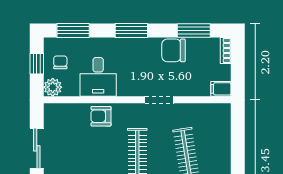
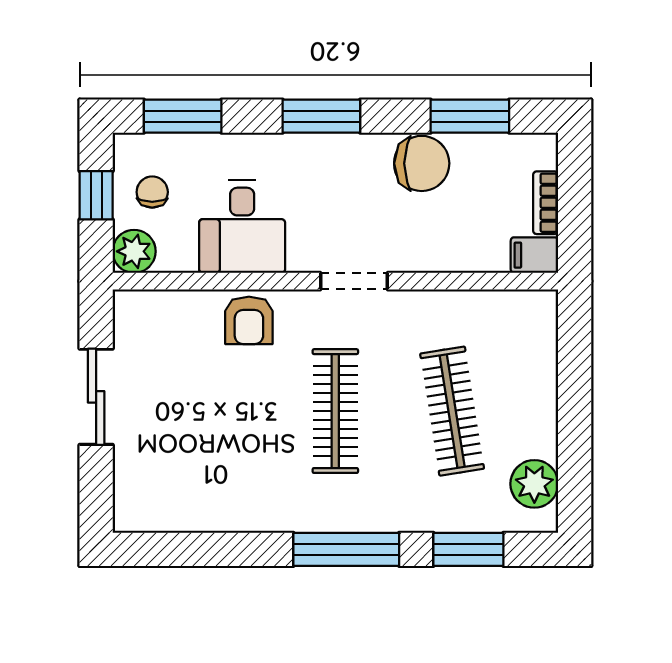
chair: (174, 50) -> (422, 163), turned 180
bookcase: (226, 51) -> (546, 203), moved
doorway: (159, 100) -> (354, 281), moved
armchair: (101, 116) -> (249, 320), turned -90

